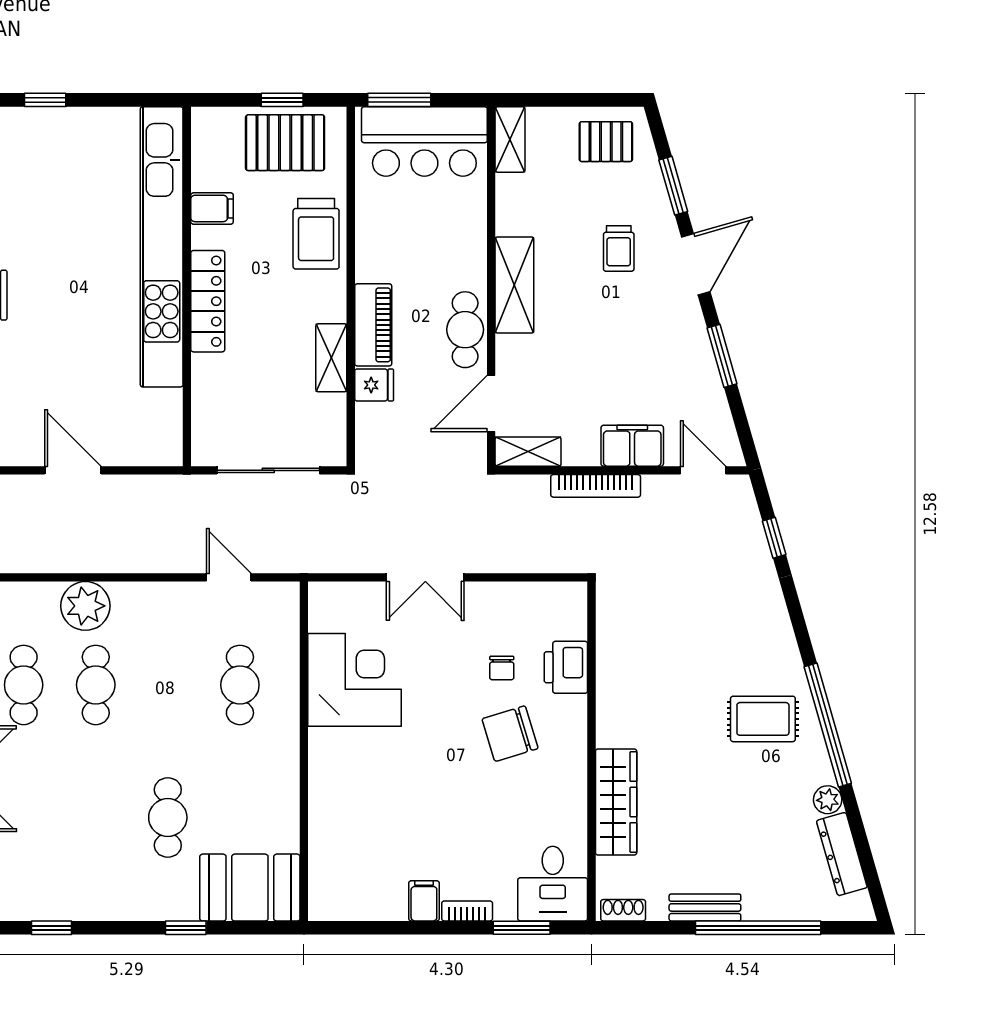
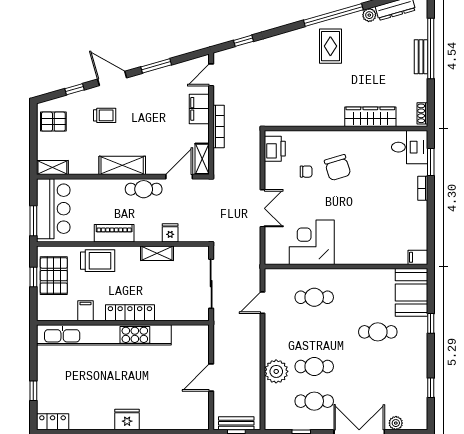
pallet: (606, 142) -> (53, 122), turned 90
window: (673, 186) -> (74, 89), width x0.67
piano: (373, 325) -> (114, 233), moved
door: (491, 403) -> (179, 177), swing flipped
printer: (566, 667) -> (275, 149), moved, turned -90
filing cabinet: (424, 901) -> (418, 257), moved
bench: (705, 907) -> (421, 57), moved

